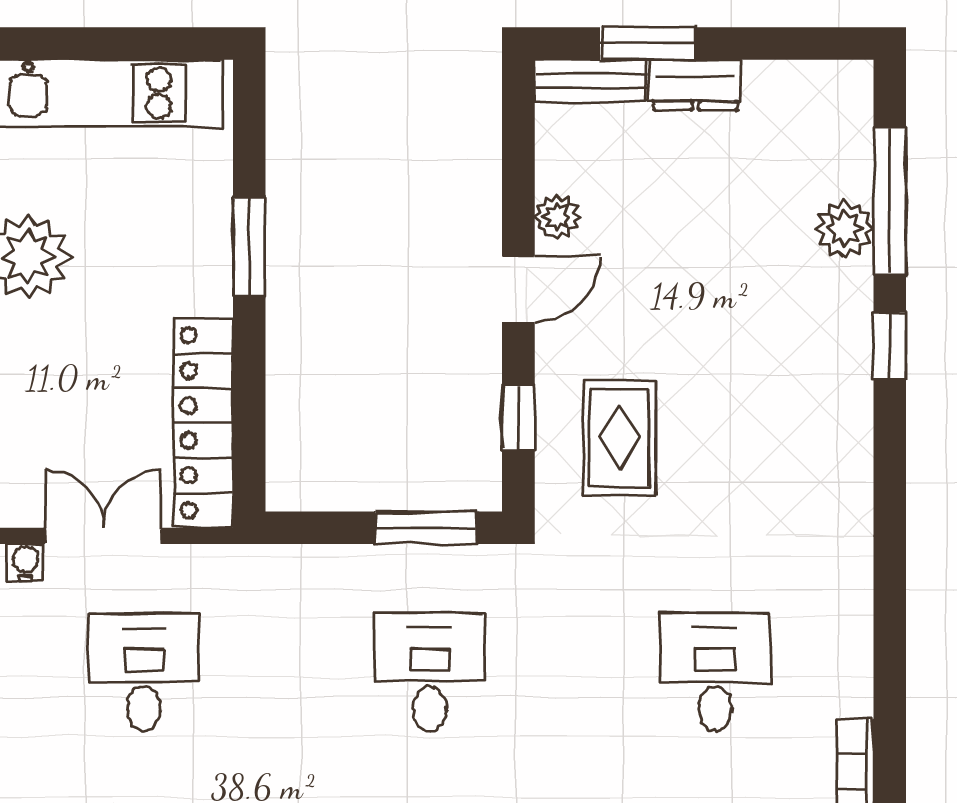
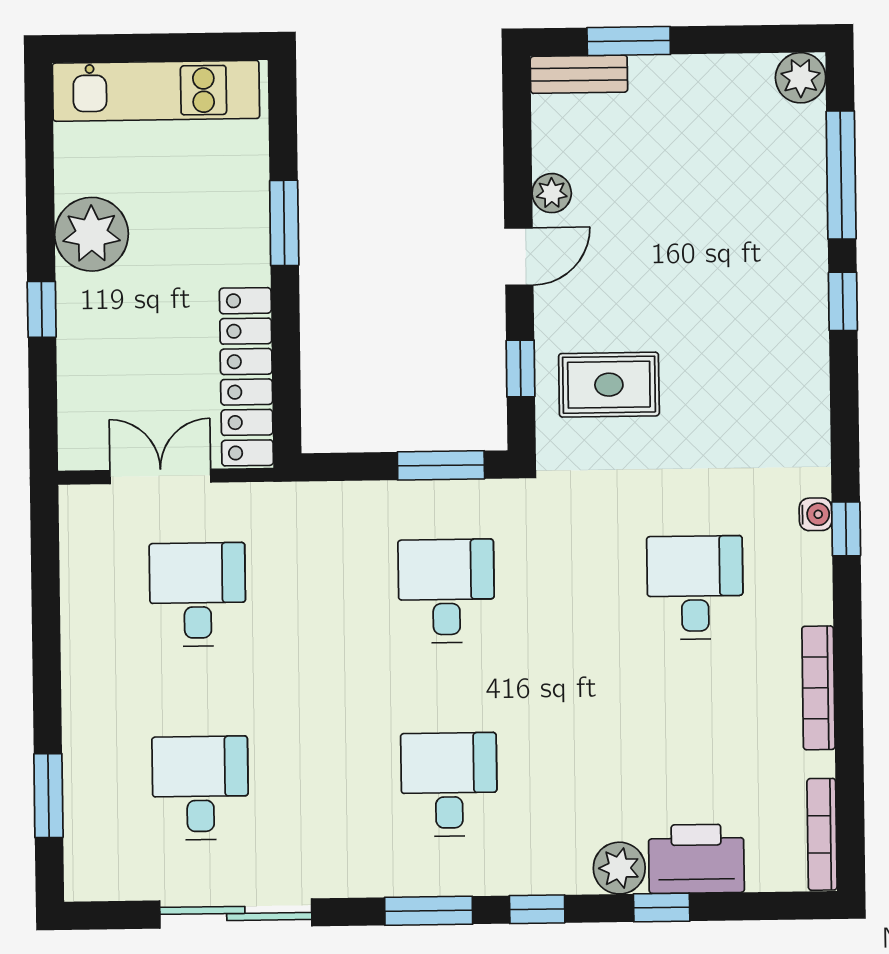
dresser: (695, 85) -> (671, 77), removed
plant: (845, 229) -> (801, 78), moved
rug: (620, 438) -> (609, 385), turned 90
water cooler: (25, 563) -> (816, 514), moved, turned 90
window: (890, 607) -> (846, 529), added

